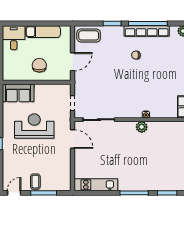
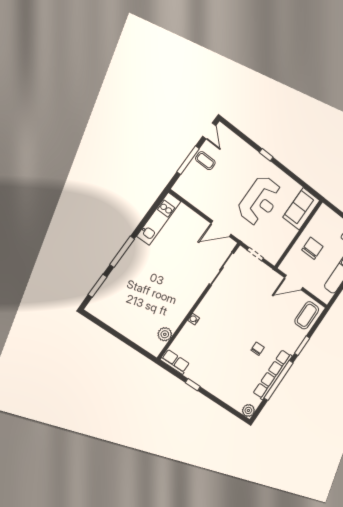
door: (73, 62) -> (294, 282), hinge flipped
chair: (39, 65) -> (312, 248), turned -90
plant: (142, 127) -> (165, 334), moved

